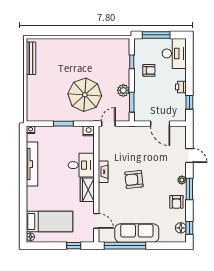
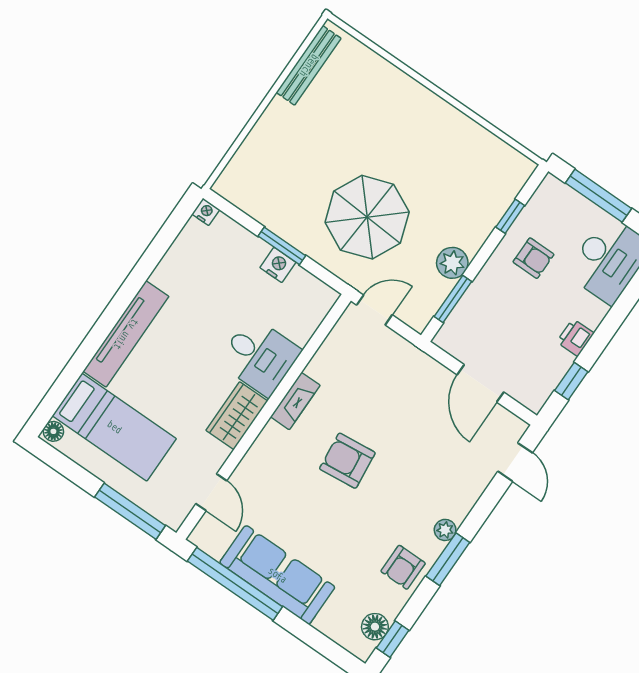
nightstand: (89, 131) -> (278, 265), moved
door: (189, 155) -> (515, 462), moved
tv unit: (32, 164) -> (126, 334), moved
window: (74, 246) -> (130, 511), width x2.17

